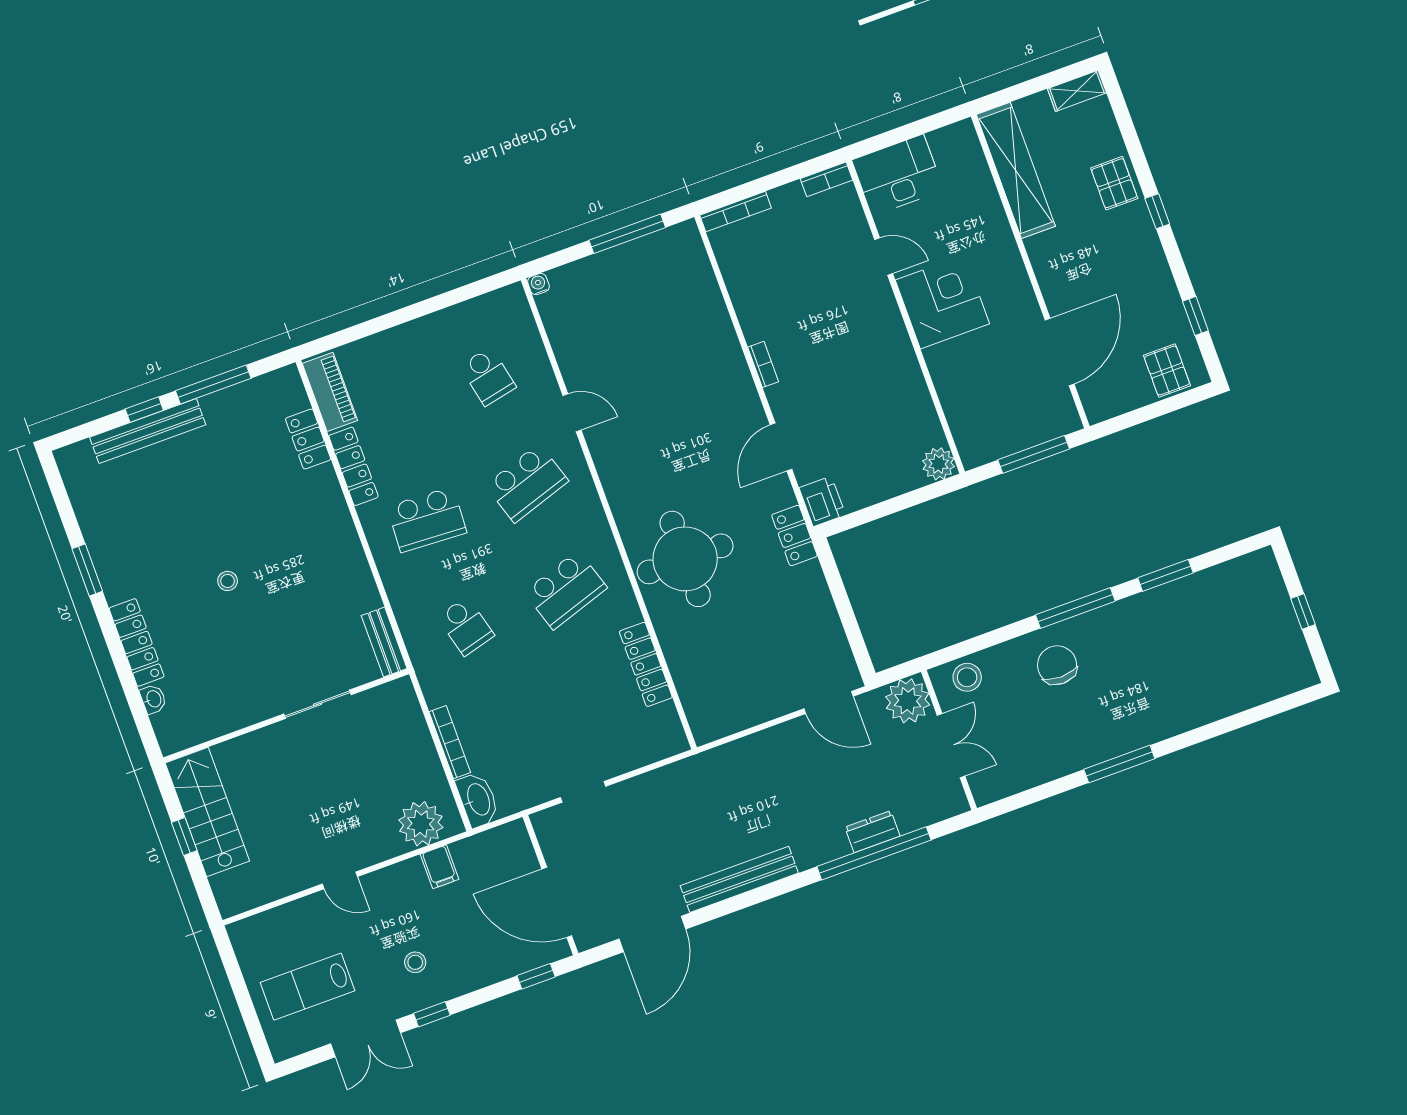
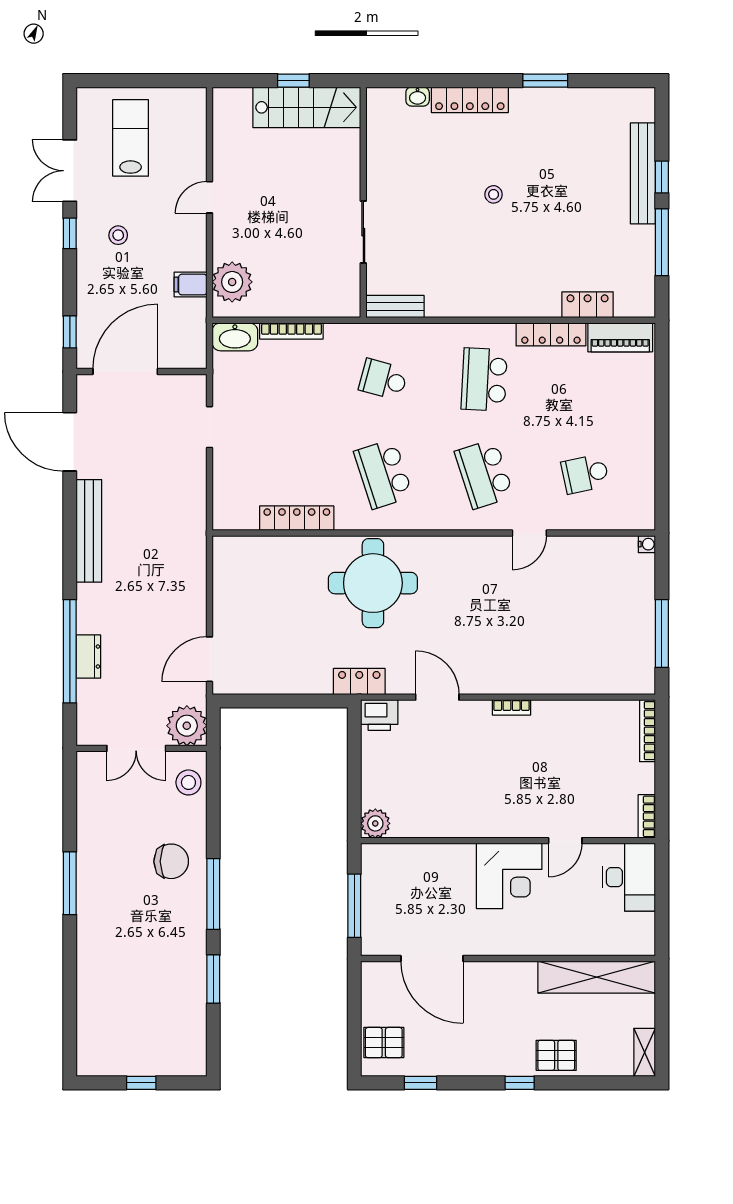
school desk: (466, 626) -> (383, 379), turned 30

